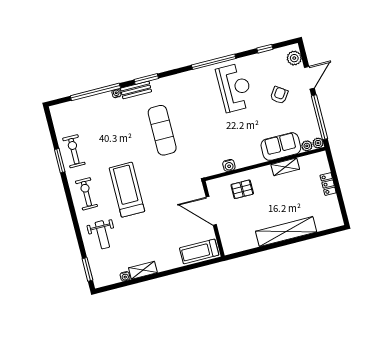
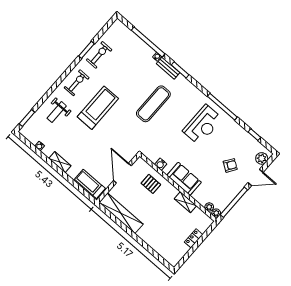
reception desk: (235, 88) -> (203, 125), moved
sofa: (281, 147) -> (184, 179), moved
shelving: (286, 232) -> (121, 213), moved
shelving: (143, 270) -> (60, 162), moved

